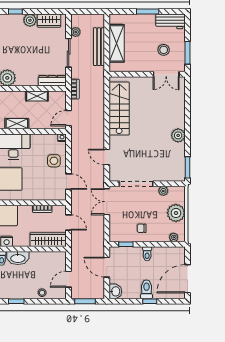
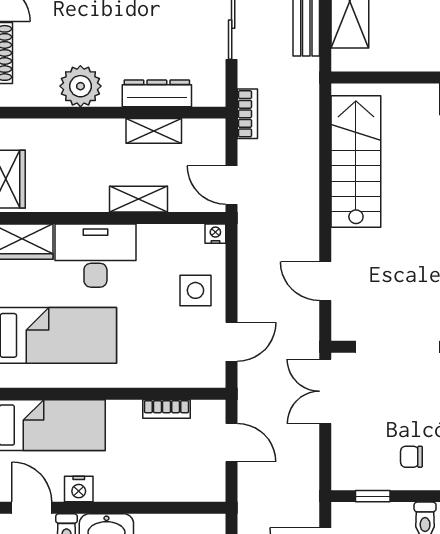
dresser: (52, 81) -> (157, 93), moved
door: (69, 118) -> (232, 185), hinge flipped
shelving: (17, 124) -> (139, 199), moved
door: (69, 182) -> (232, 342), hinge flipped
wardrobe: (48, 240) -> (181, 485), removed

